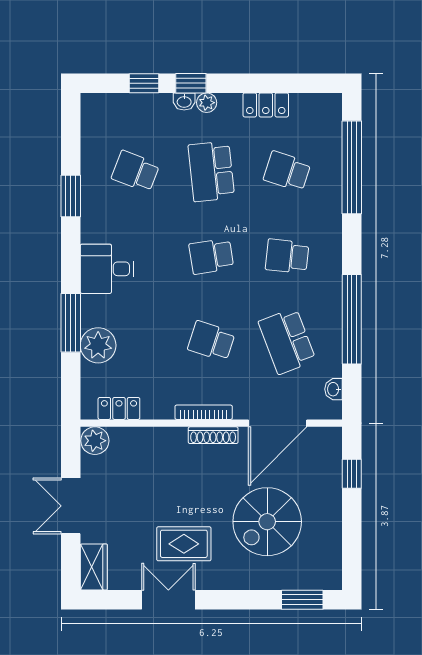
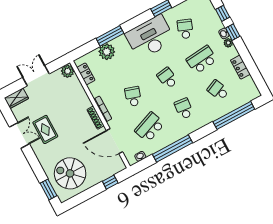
school desk: (287, 171) -> (218, 90), turned -42
desk: (107, 269) -> (150, 37), width x1.87, depth x1.30
spiral stairs: (267, 522) -> (70, 173), moved

